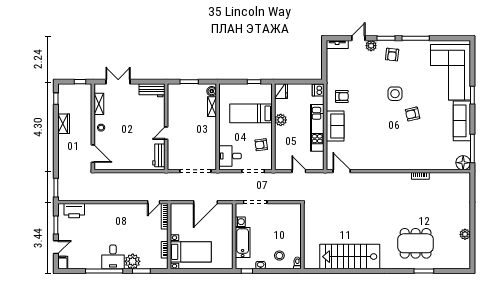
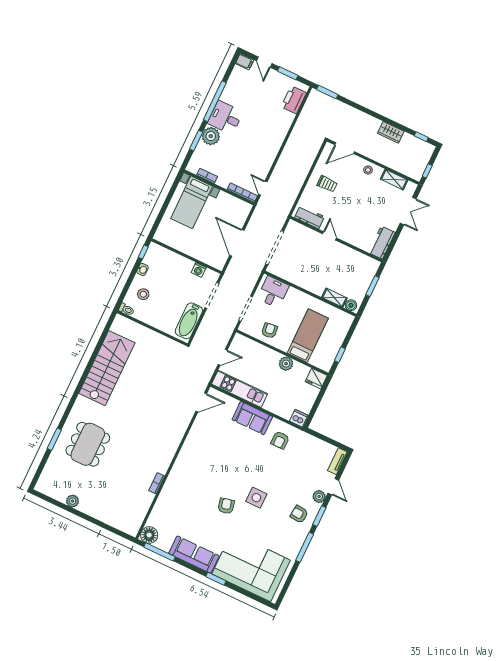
kitchen unit: (317, 128) -> (240, 389), moved
trolley: (127, 154) -> (327, 184), added
bathtub: (243, 243) -> (189, 321), moved, turned 90

